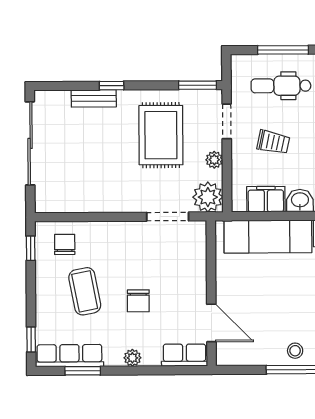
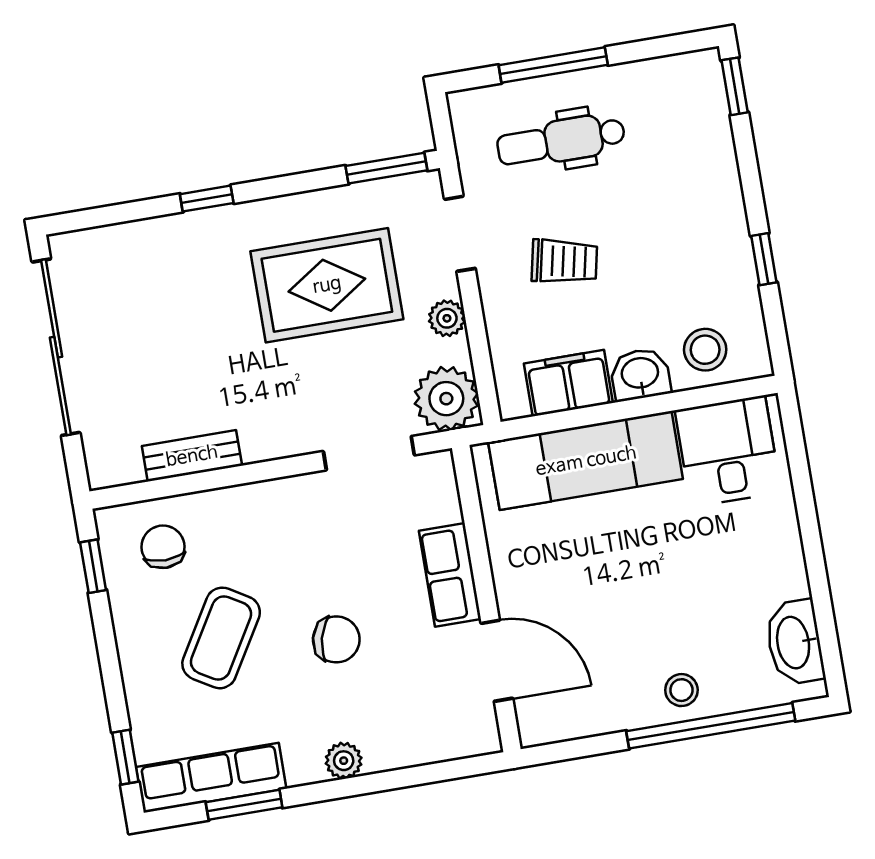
bench: (94, 98) -> (192, 456), moved
rug: (161, 135) -> (327, 285), turned 90
coffee table: (85, 291) -> (221, 638), turned 42
chair: (138, 301) -> (336, 639), turned -76
row of seats: (184, 355) -> (450, 575), moved, turned -90

